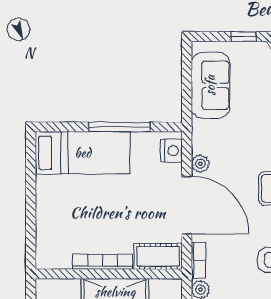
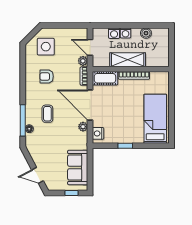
window: (243, 37) -> (72, 193), moved
window: (119, 127) -> (125, 146), width x0.46
bed: (83, 153) -> (155, 119), moved, turned 90

